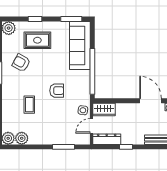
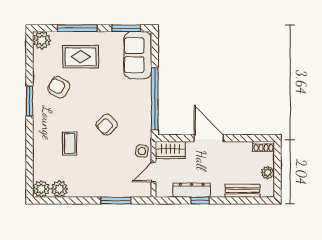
window: (35, 19) -> (77, 28), width x2.17
sofa: (80, 45) -> (138, 55), width x0.73
armchair: (57, 91) -> (107, 125), turned 136
door: (150, 101) -> (209, 138), moved
dresser: (107, 139) -> (192, 190), moved

